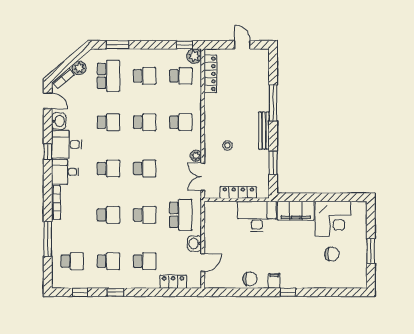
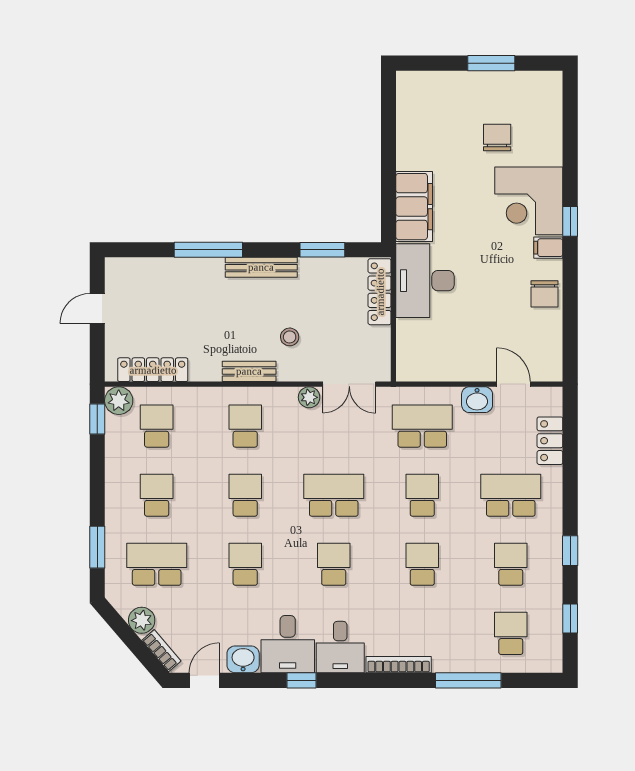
bench: (209, 124) -> (249, 371), added
school desk: (145, 169) -> (334, 495), width x1.85
locker: (238, 193) -> (380, 292), moved
corner desk: (333, 219) -> (529, 201), moved, turned 180
school desk: (145, 261) -> (511, 495), width x1.85
chair: (250, 279) -> (544, 294), turned 180

